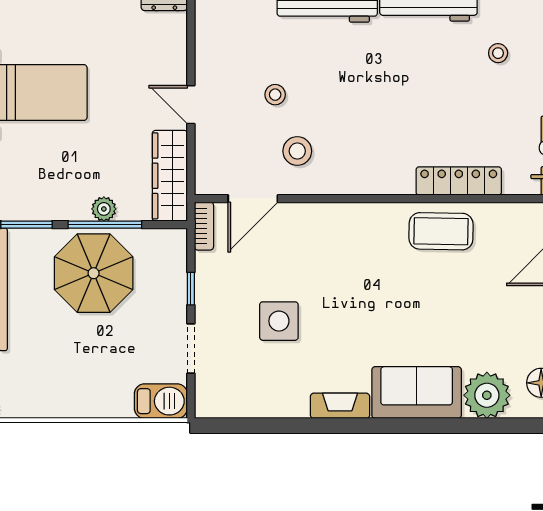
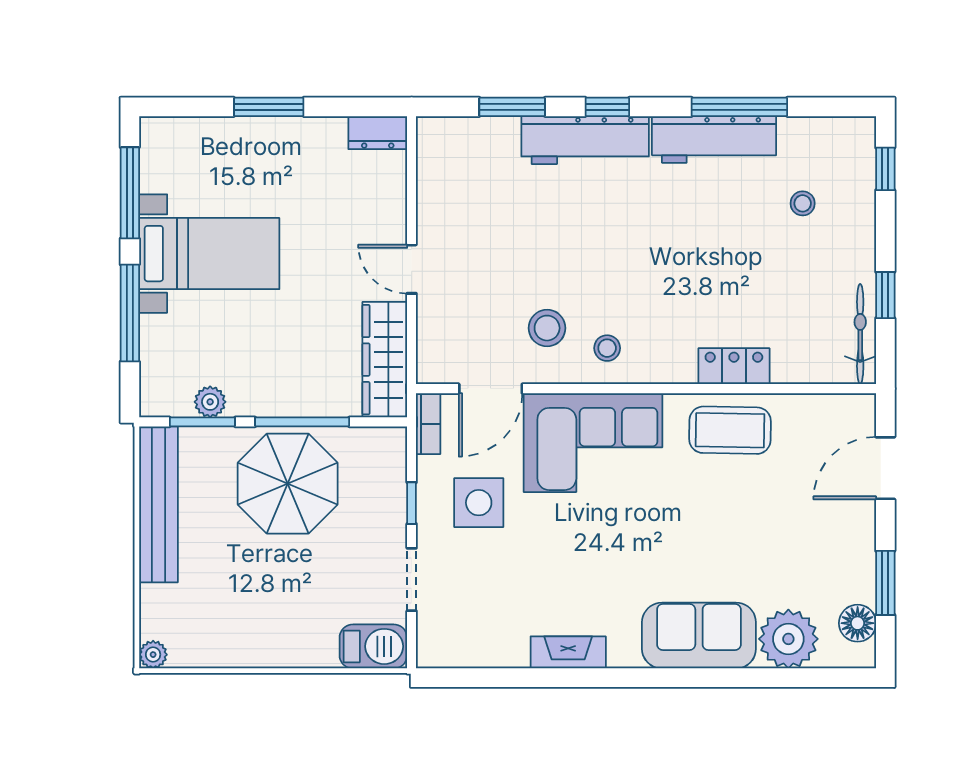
stool: (275, 95) -> (607, 348), moved
locker: (459, 181) -> (734, 366), width x0.66
plant: (104, 209) -> (210, 402), moved
corner sofa: (333, 241) -> (593, 443), added
side table: (279, 321) -> (479, 503), moved
fireplace: (340, 406) -> (568, 652), moved

